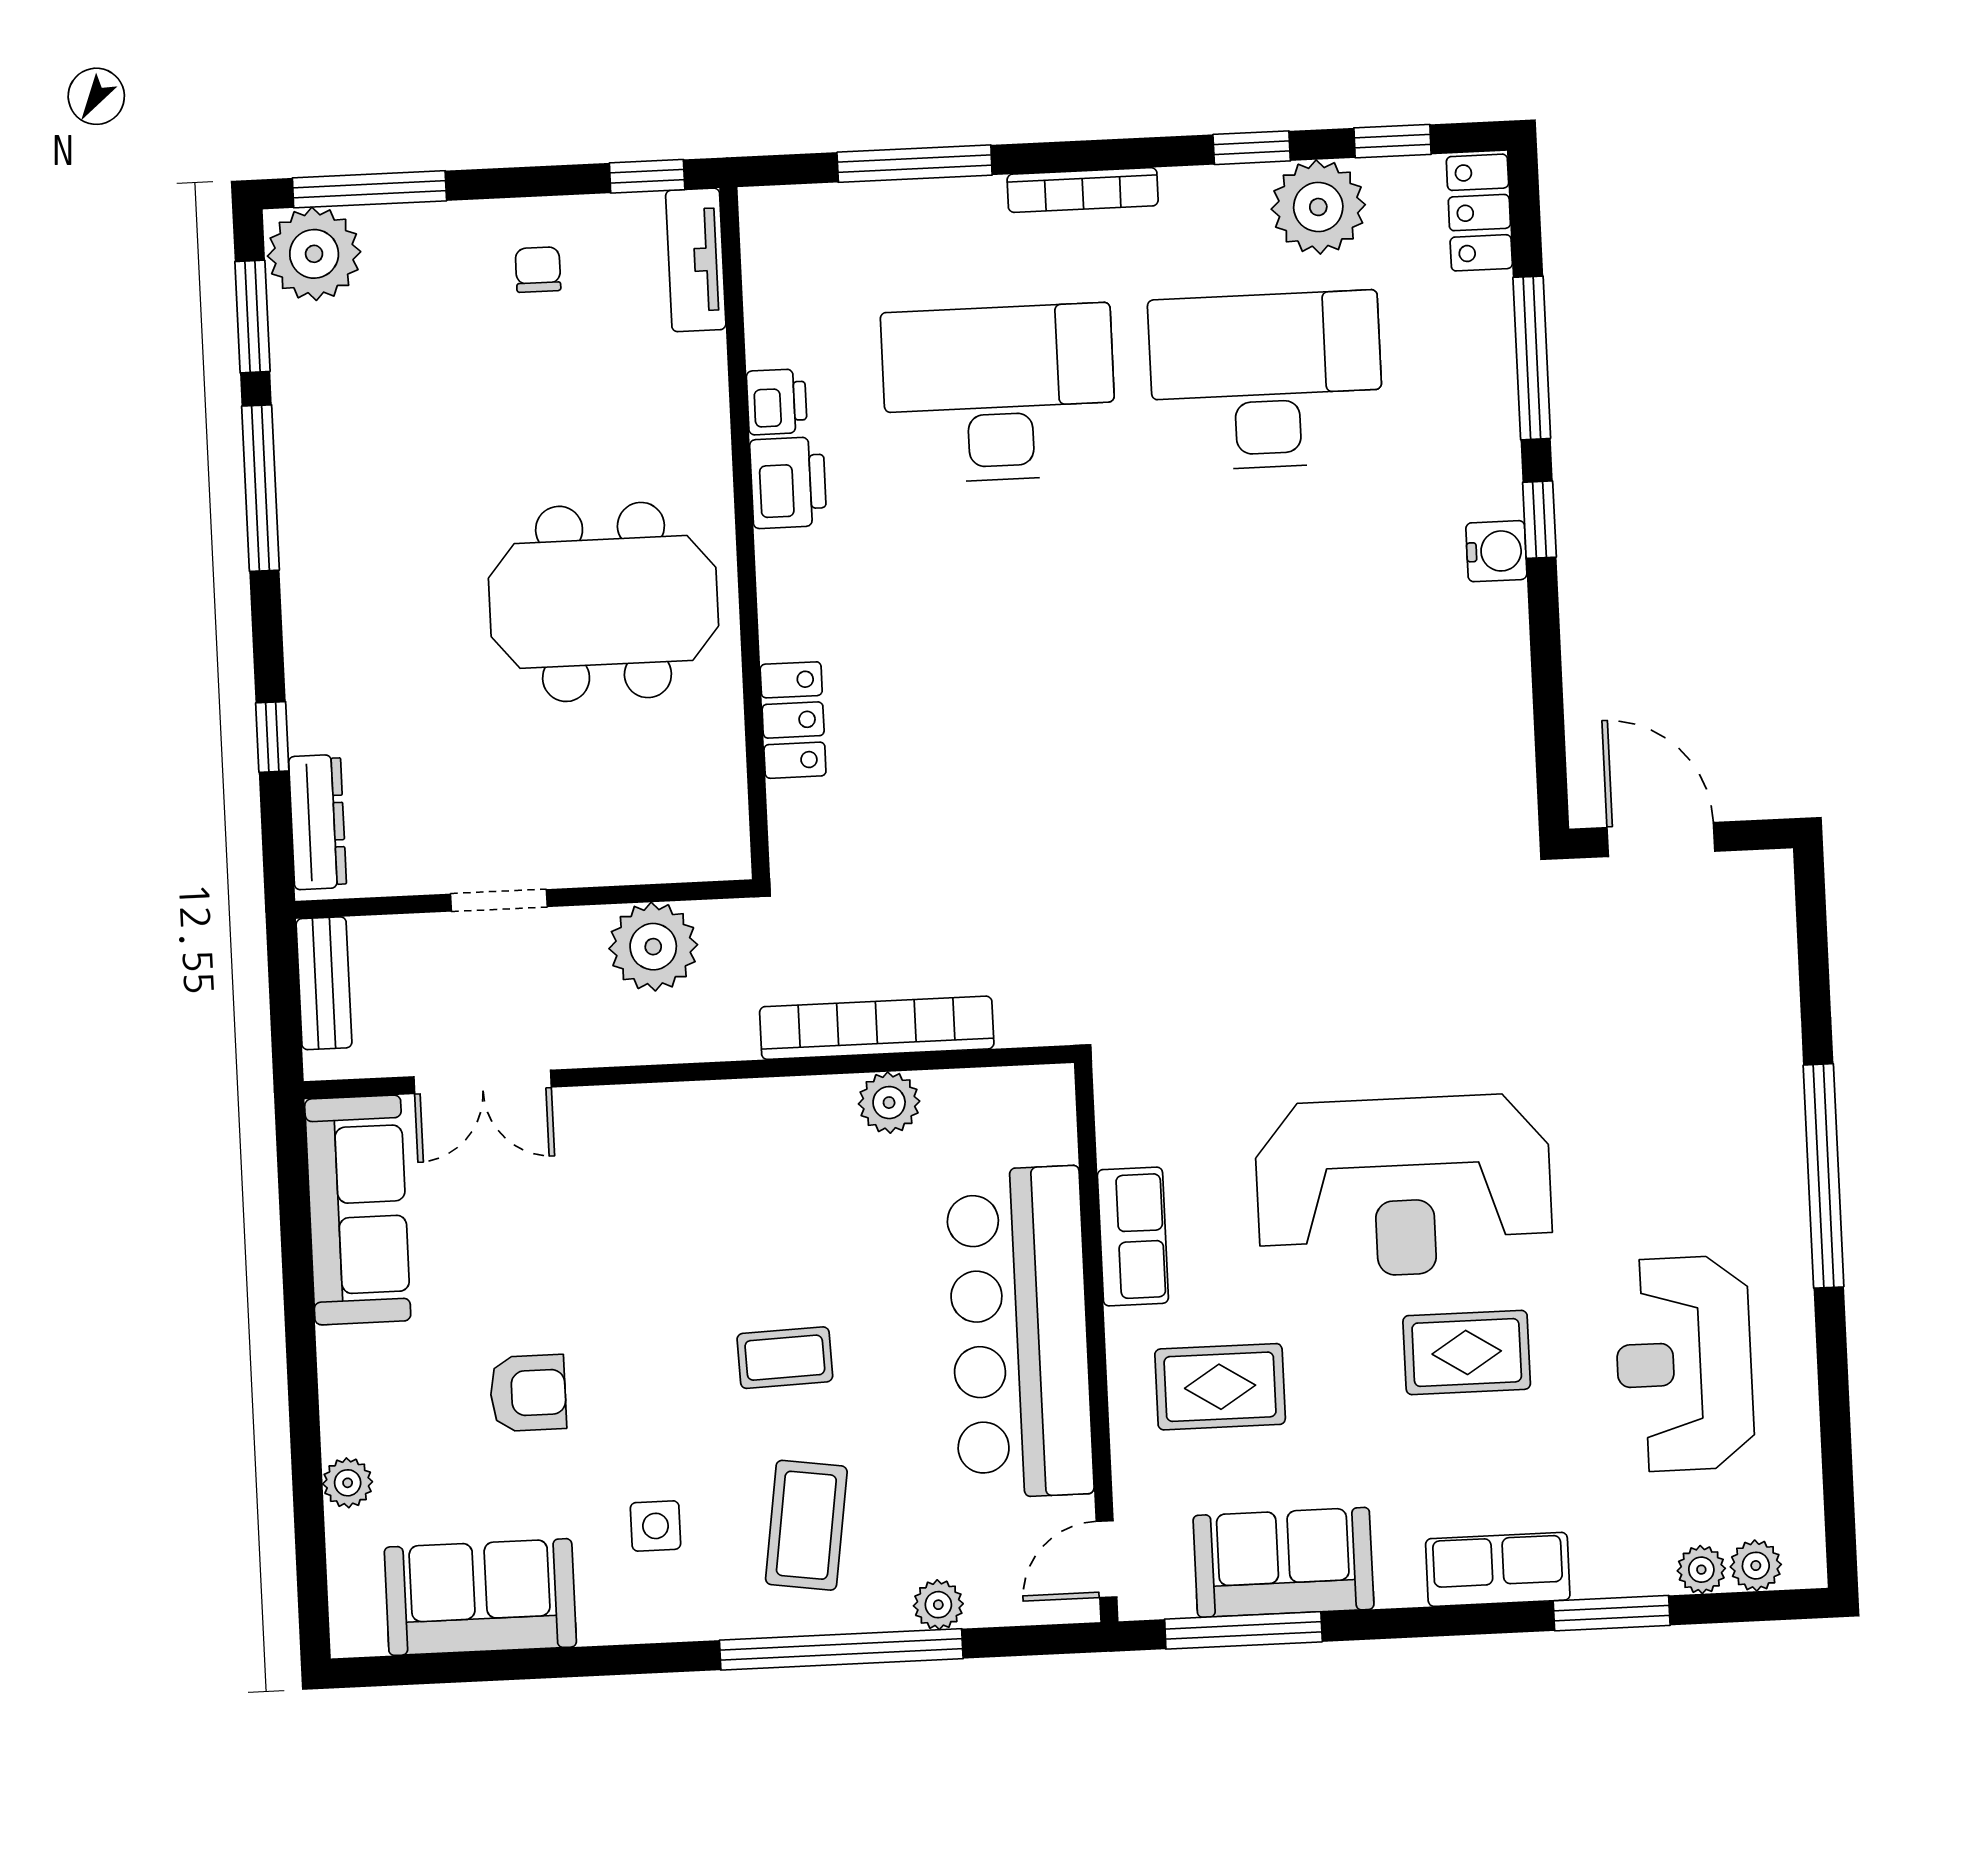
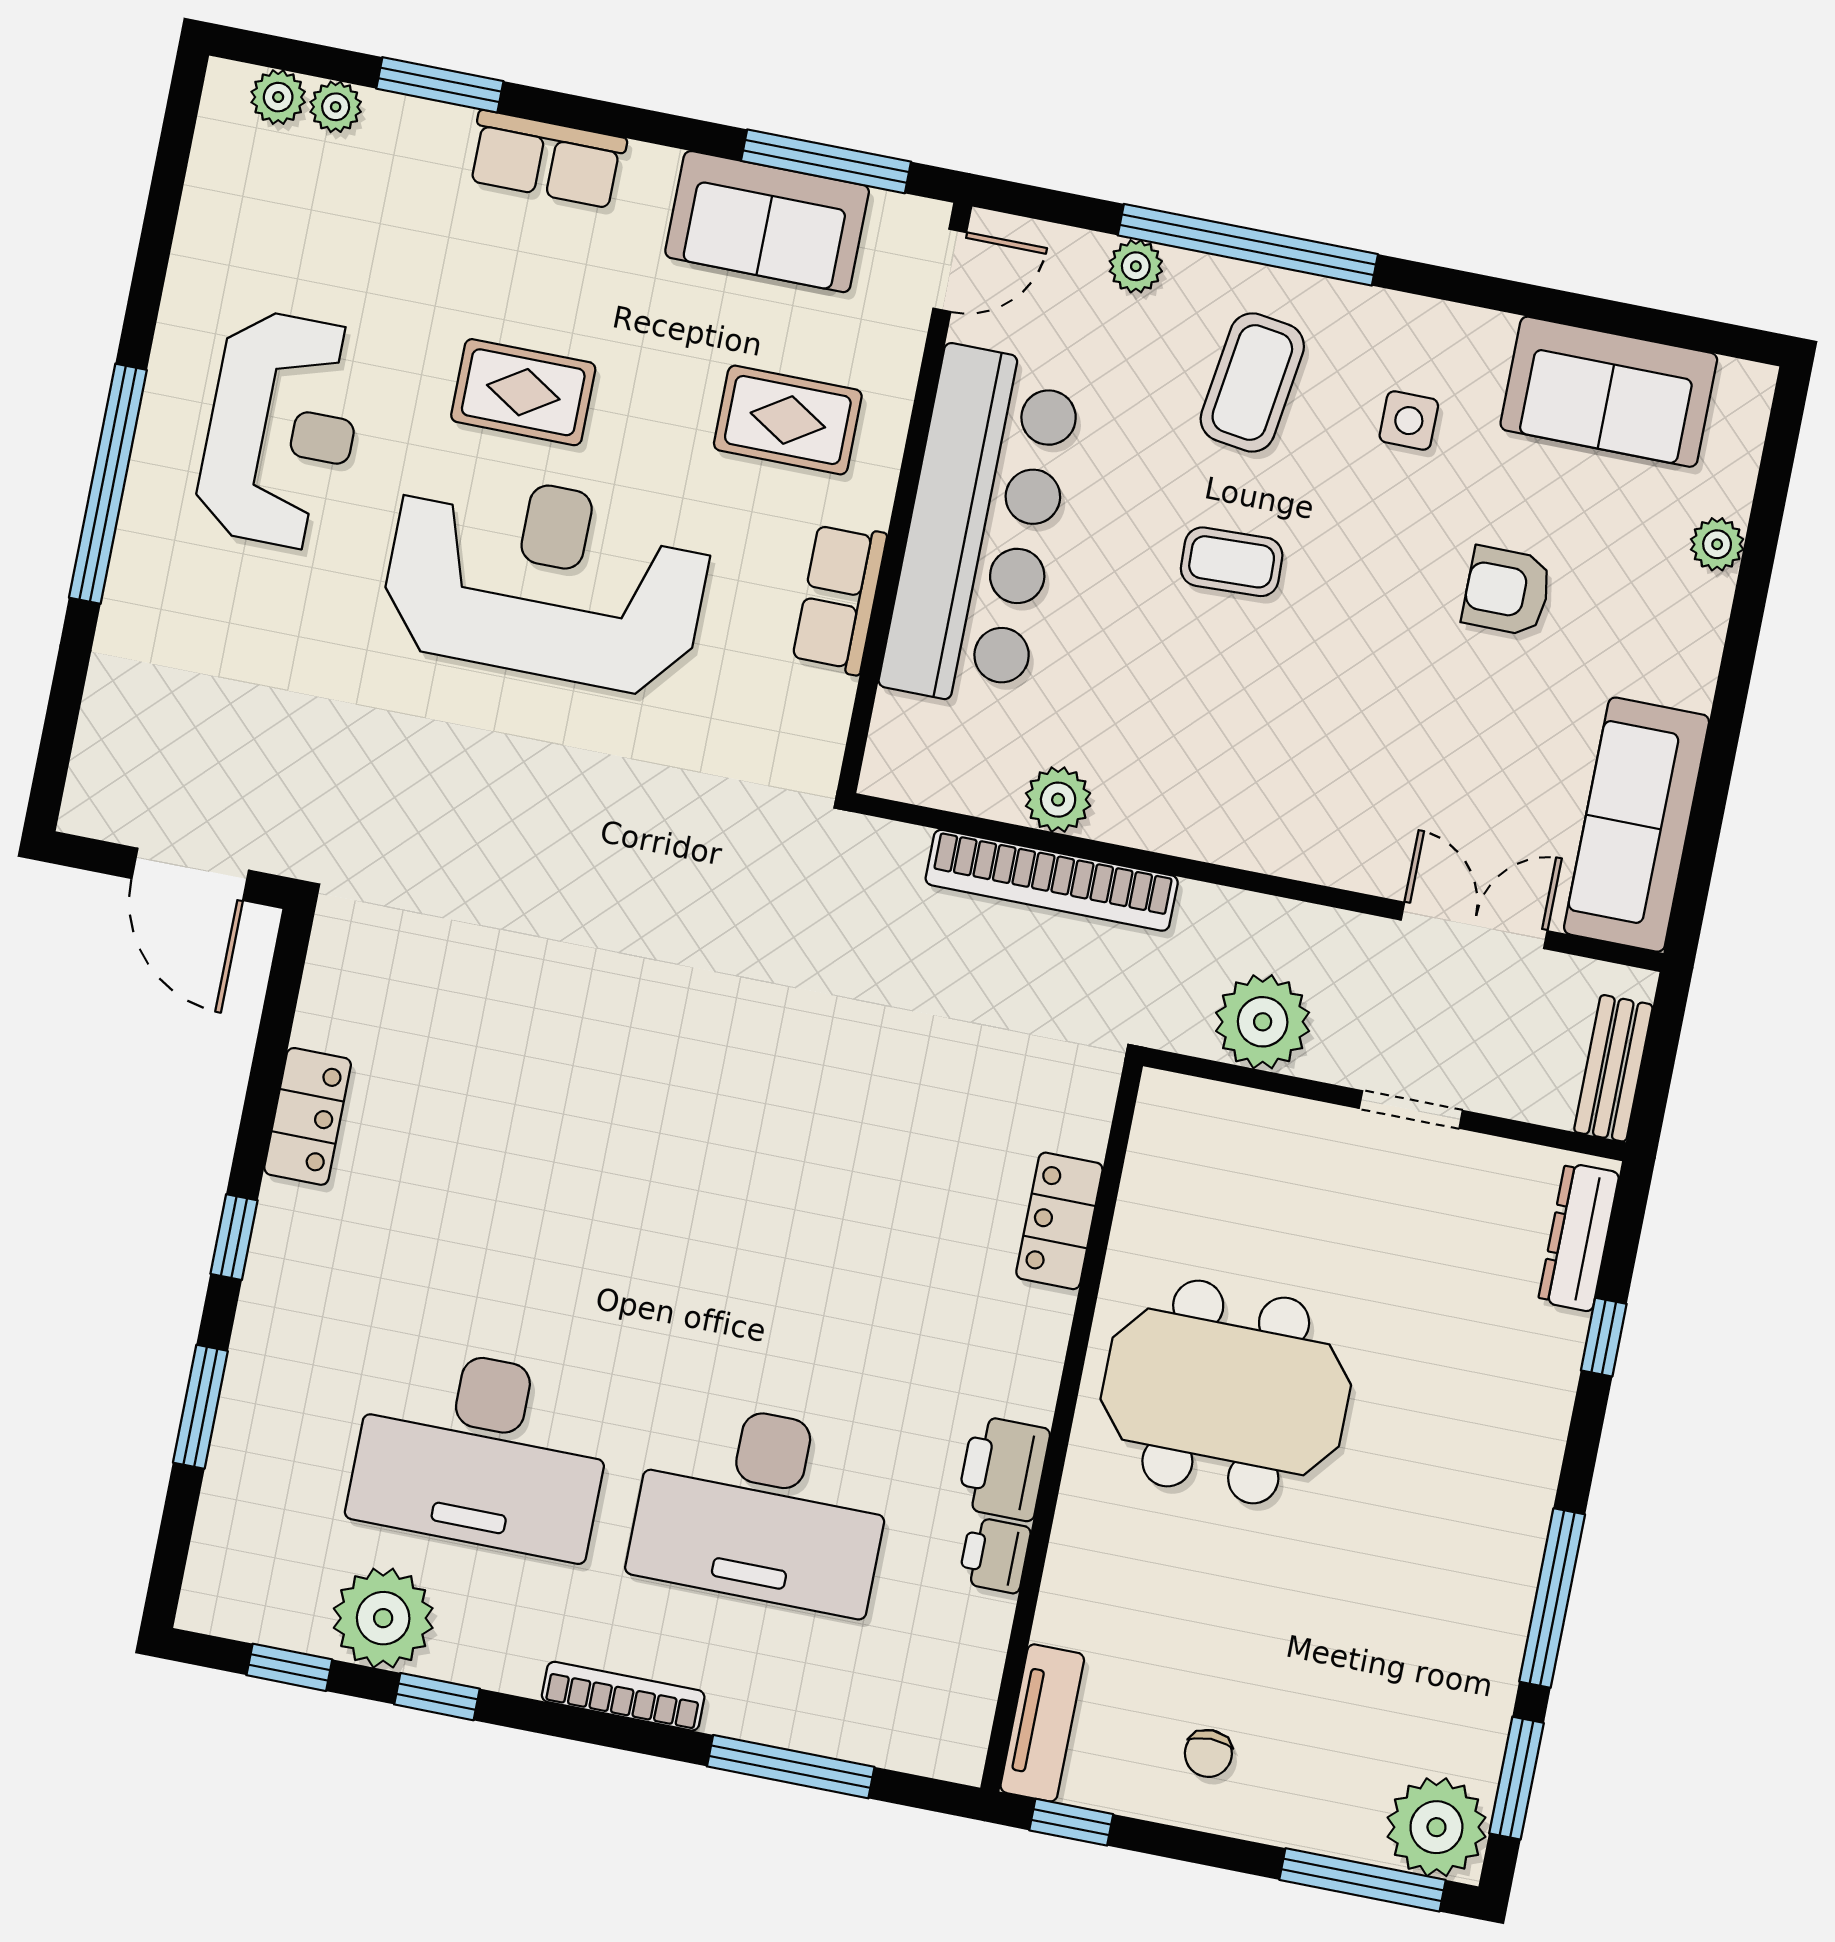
locker: (1479, 213) -> (308, 1116), moved
window: (1532, 358) -> (200, 1407), width x0.69
water cooler: (1496, 551) -> (287, 1215), removed
reception desk: (1684, 1364) -> (282, 430), moved

